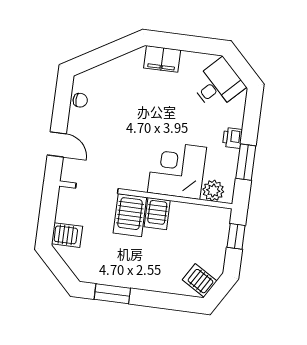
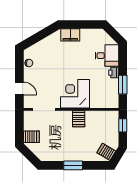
desk: (218, 85) -> (107, 56), moved, turned 45
corner desk: (177, 170) -> (75, 94), moved
plant: (213, 191) -> (107, 102), removed
server rack: (130, 215) -> (64, 122), removed
window: (112, 294) -> (73, 165), moved

